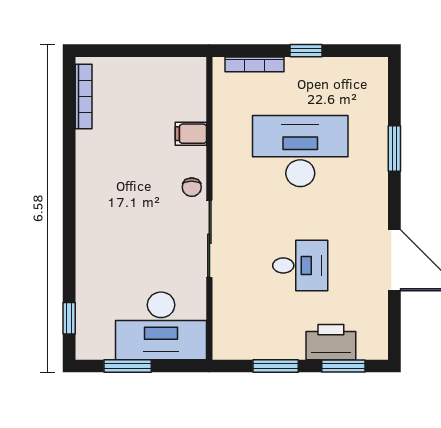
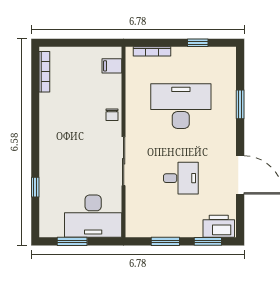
window: (306, 51) -> (198, 43), moved
filing cabinet: (191, 134) -> (112, 66), moved
chair: (192, 187) -> (112, 115), moved
window: (69, 318) -> (35, 187), moved
printer: (331, 342) -> (219, 226), moved

